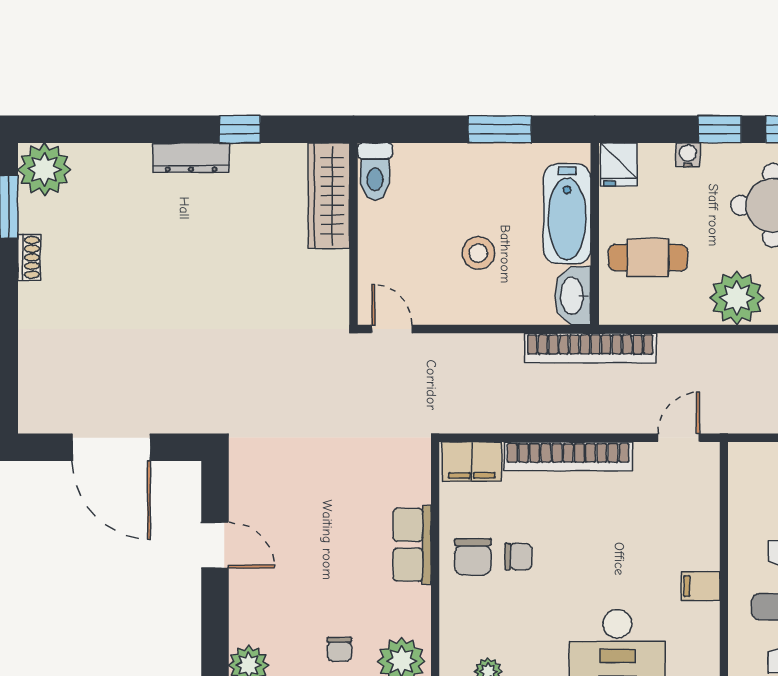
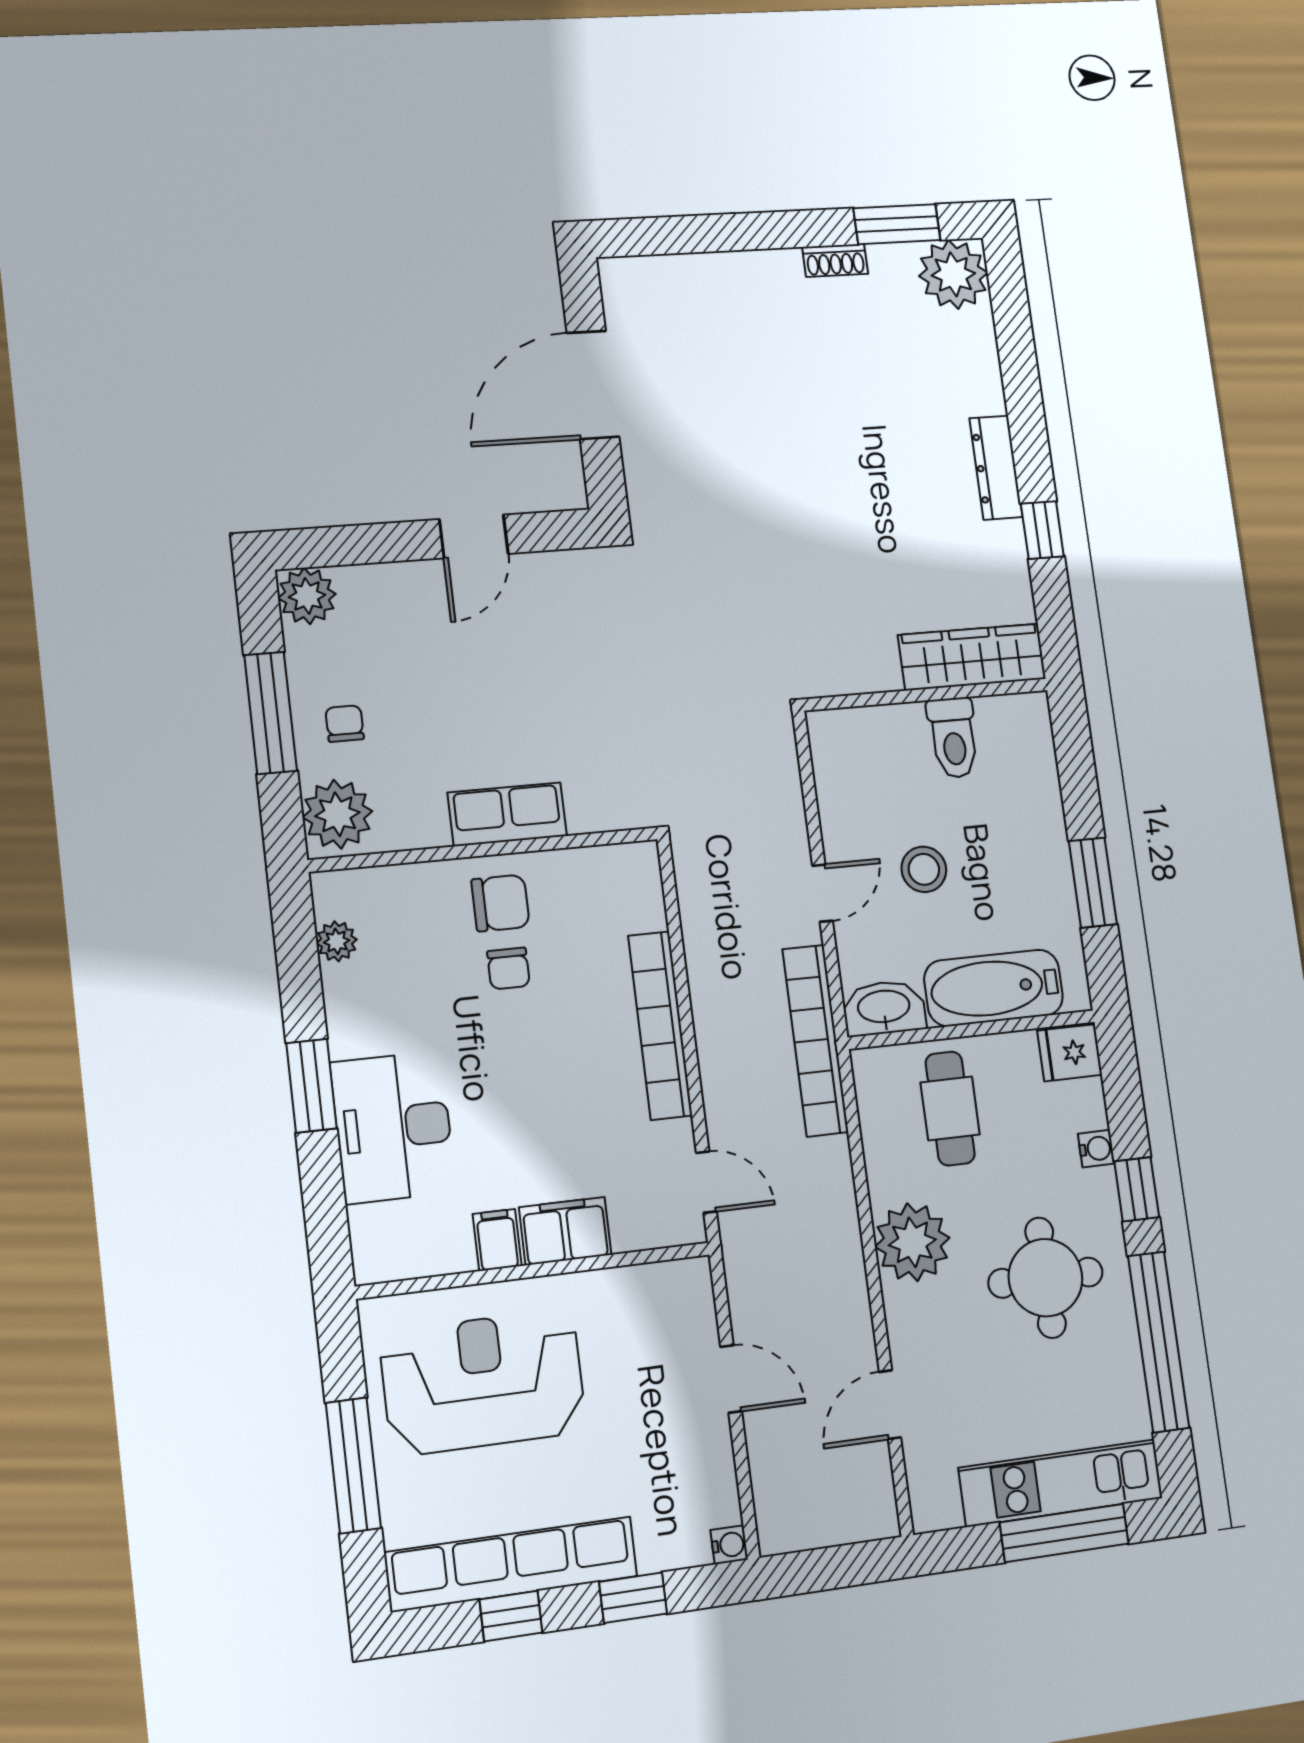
toilet: (375, 171) -> (953, 738), moved, turned -90
door: (392, 329) -> (822, 893), moved
filing cabinet: (472, 462) -> (565, 1231), moved, turned 90
chair: (473, 557) -> (500, 903), turned 180
chair: (339, 649) -> (345, 724), turned 90

